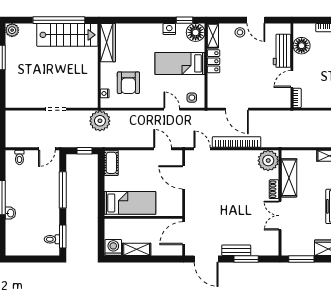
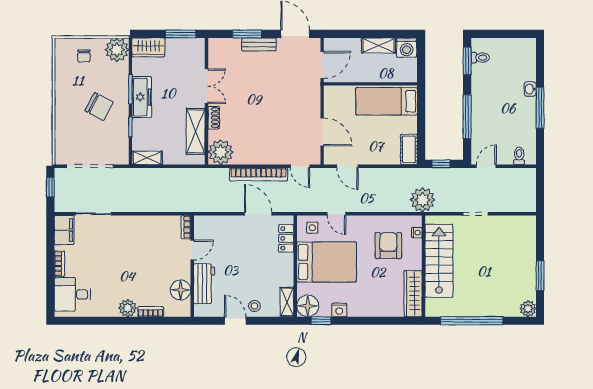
stairs: (67, 35) -> (439, 261), moved, turned 90
locker: (214, 61) -> (286, 238), moved
bed: (180, 63) -> (327, 262), width x1.50

